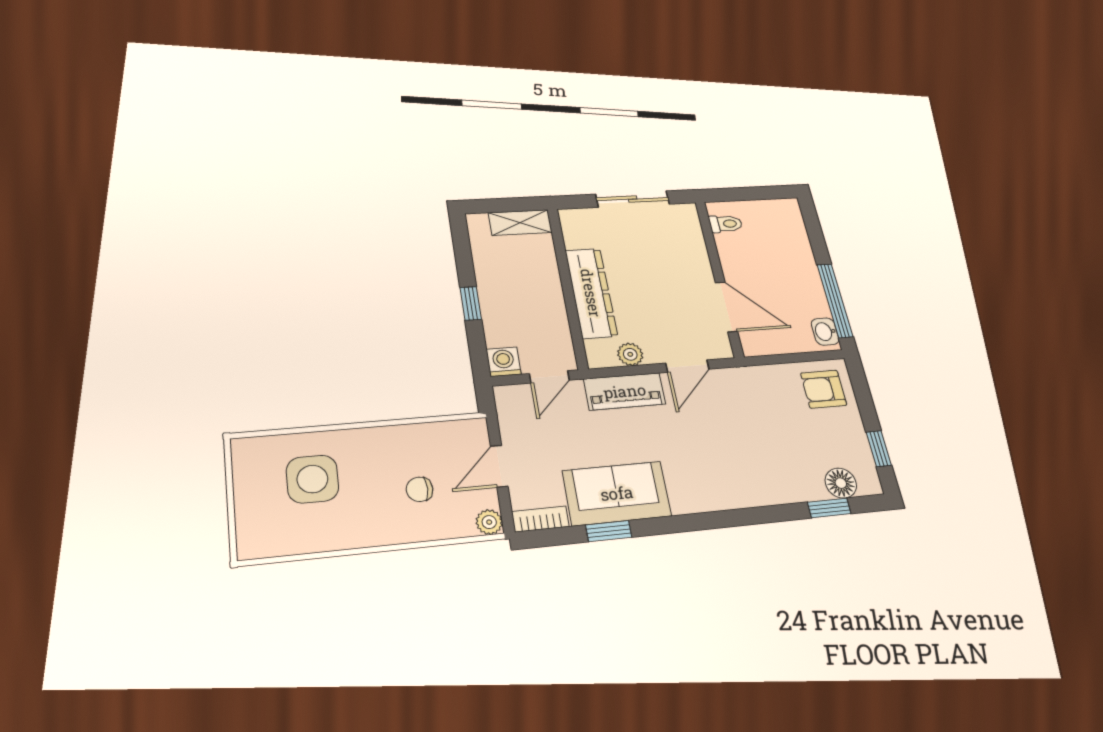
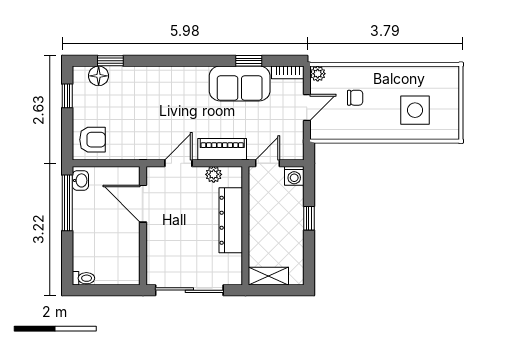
sliding door: (633, 199) -> (189, 290), width x1.37
toilet: (726, 224) -> (83, 278), moved, turned 180

